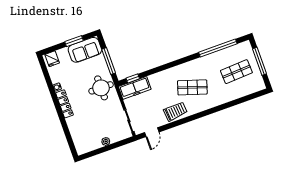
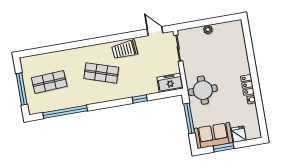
fridge: (52, 59) -> (239, 134), moved
window: (133, 78) -> (140, 99), moved
freezer: (135, 88) -> (170, 83), width x0.71
locker: (64, 104) -> (247, 85), width x0.66
door: (152, 132) -> (155, 31), hinge flipped

